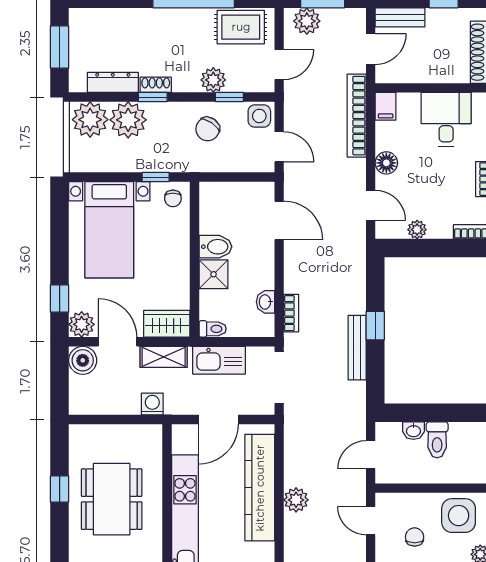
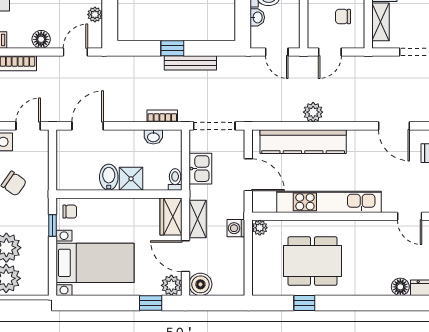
door: (118, 342) -> (185, 256), hinge flipped
kitchen sink: (219, 360) -> (200, 169), width x0.73
plant: (153, 434) -> (260, 228), added

